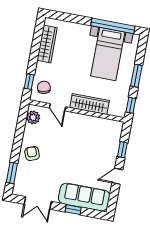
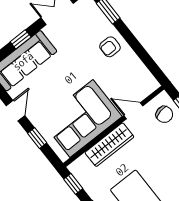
plant: (33, 117) -> (144, 78), removed
corner sofa: (88, 134) -> (82, 119), added
armchair: (32, 153) -> (110, 47), turned 111

